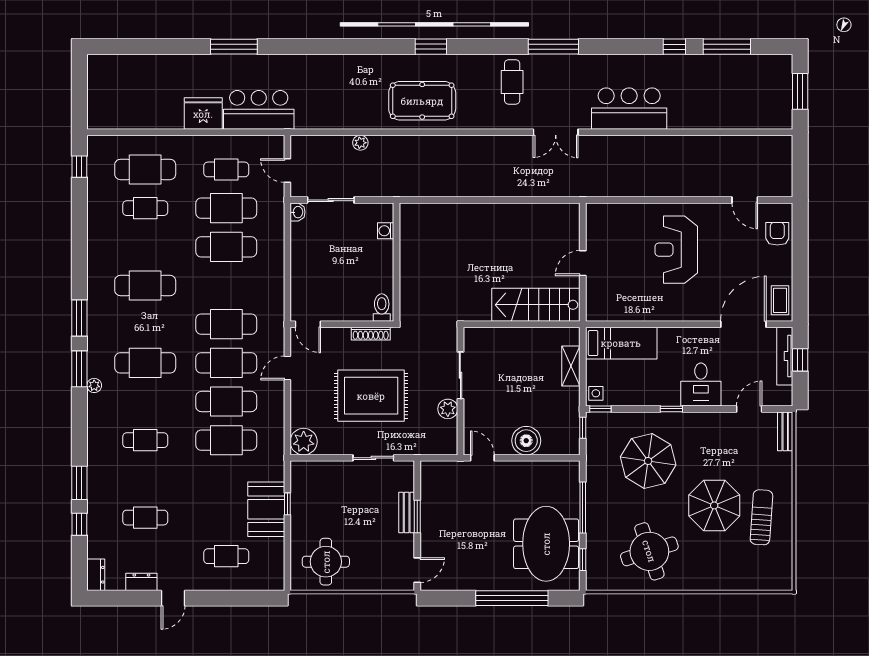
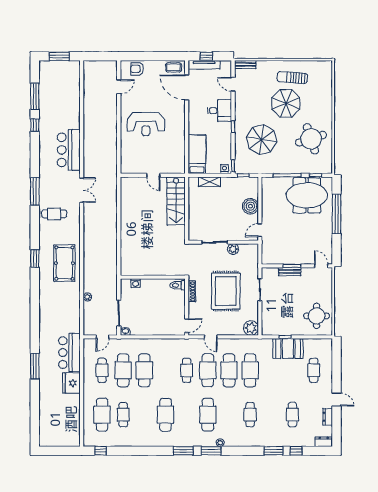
cafe table: (226, 324) -> (187, 370), width x0.73, depth x0.74

